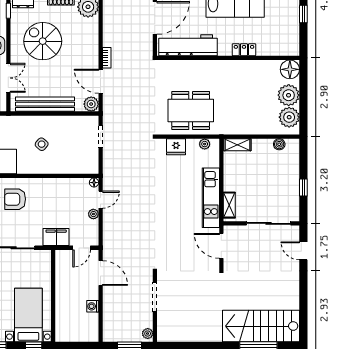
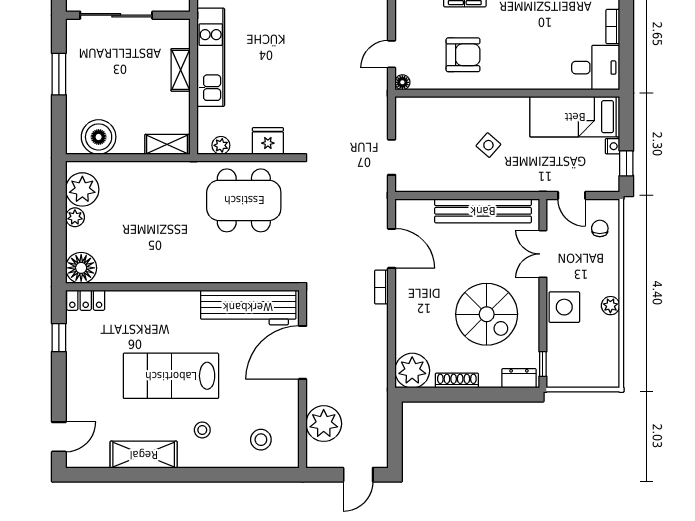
window: (303, 14) -> (59, 338), moved
locker: (244, 50) -> (86, 300), moved
plant: (289, 95) -> (75, 217), width x0.53, depth x0.53
plant: (91, 104) -> (407, 211), removed
boiler: (279, 144) -> (99, 137), width x1.86, depth x1.86
window: (303, 187) -> (59, 74), width x1.50
armchair: (15, 199) -> (463, 55), moved
shelving: (229, 205) -> (181, 70), moved
plant: (93, 214) -> (403, 30), removed

